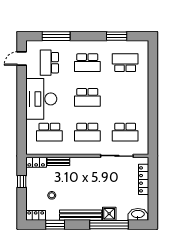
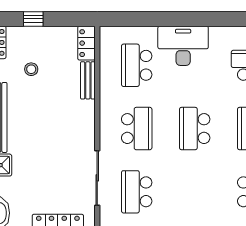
desk: (41, 99) -> (183, 46), width x0.73, depth x0.77
school desk: (87, 132) -> (137, 129), turned 180
window: (22, 182) -> (33, 19), moved

